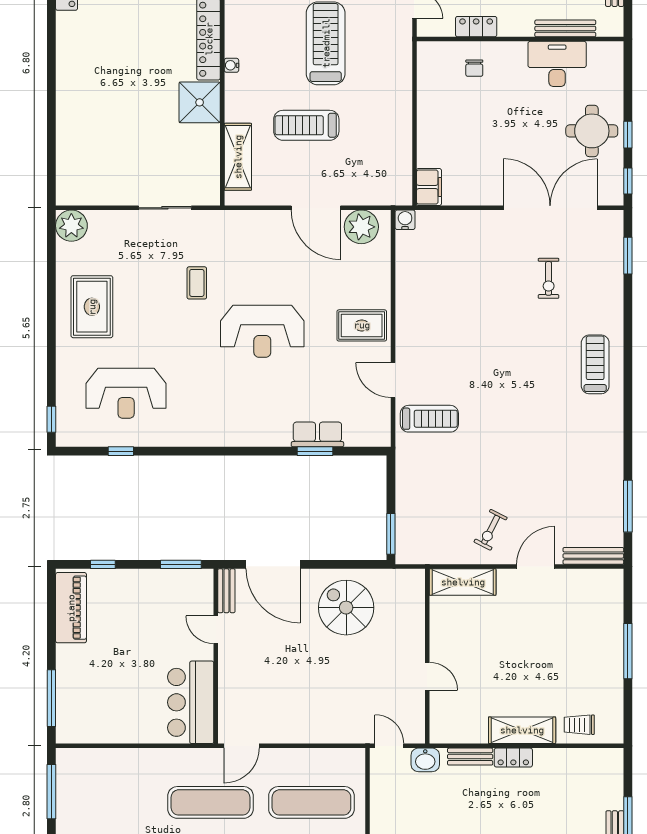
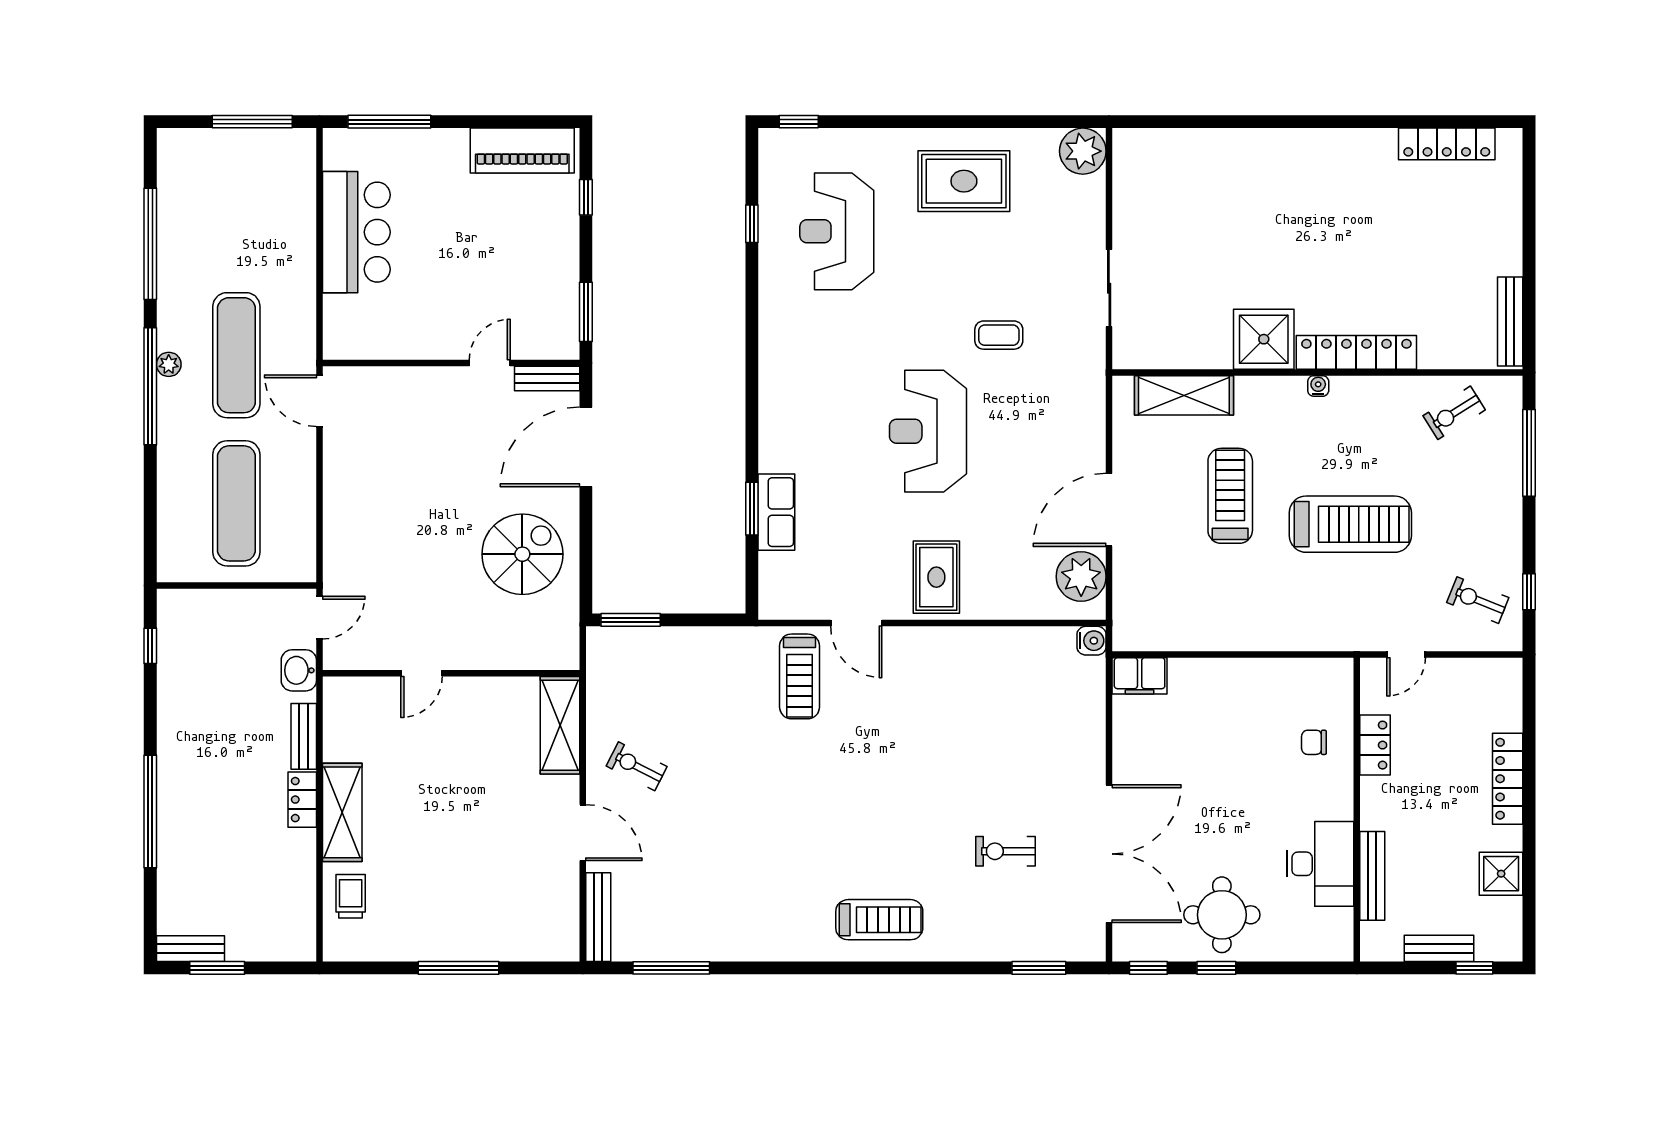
door: (393, 380) -> (856, 623), swing flipped
bar counter: (191, 702) -> (356, 232), moved, turned 90

